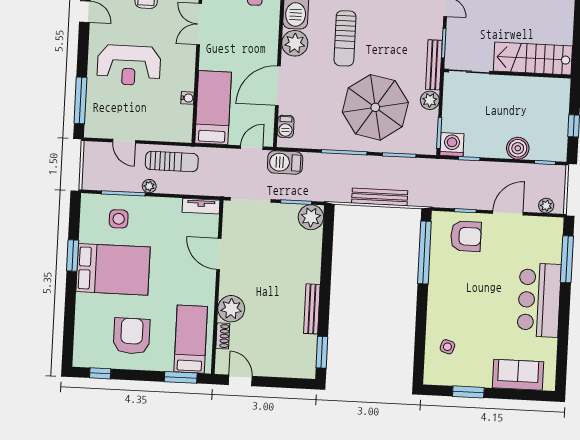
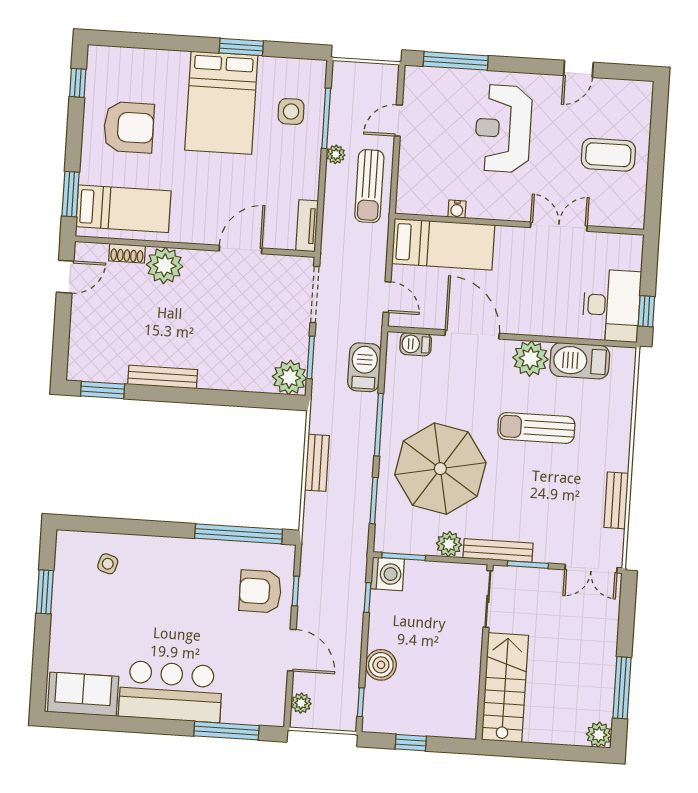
barbecue: (285, 162) -> (364, 367), moved
bench: (380, 197) -> (317, 463), width x0.73
armchair: (466, 236) -> (260, 591), turned 90
sofa: (518, 375) -> (83, 694), moved, turned -90

